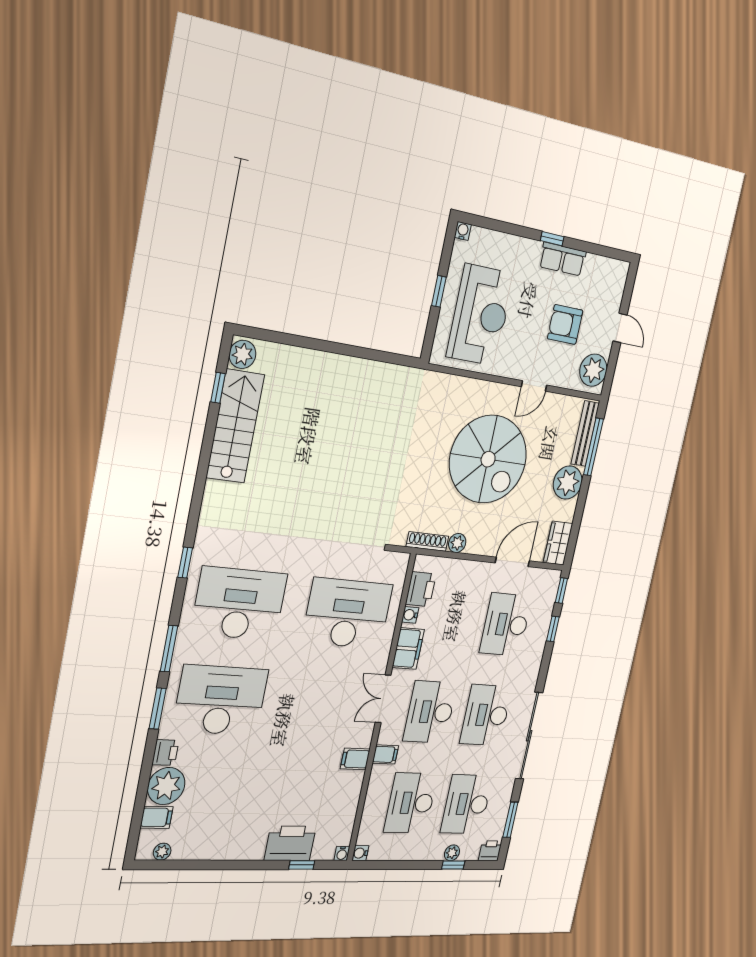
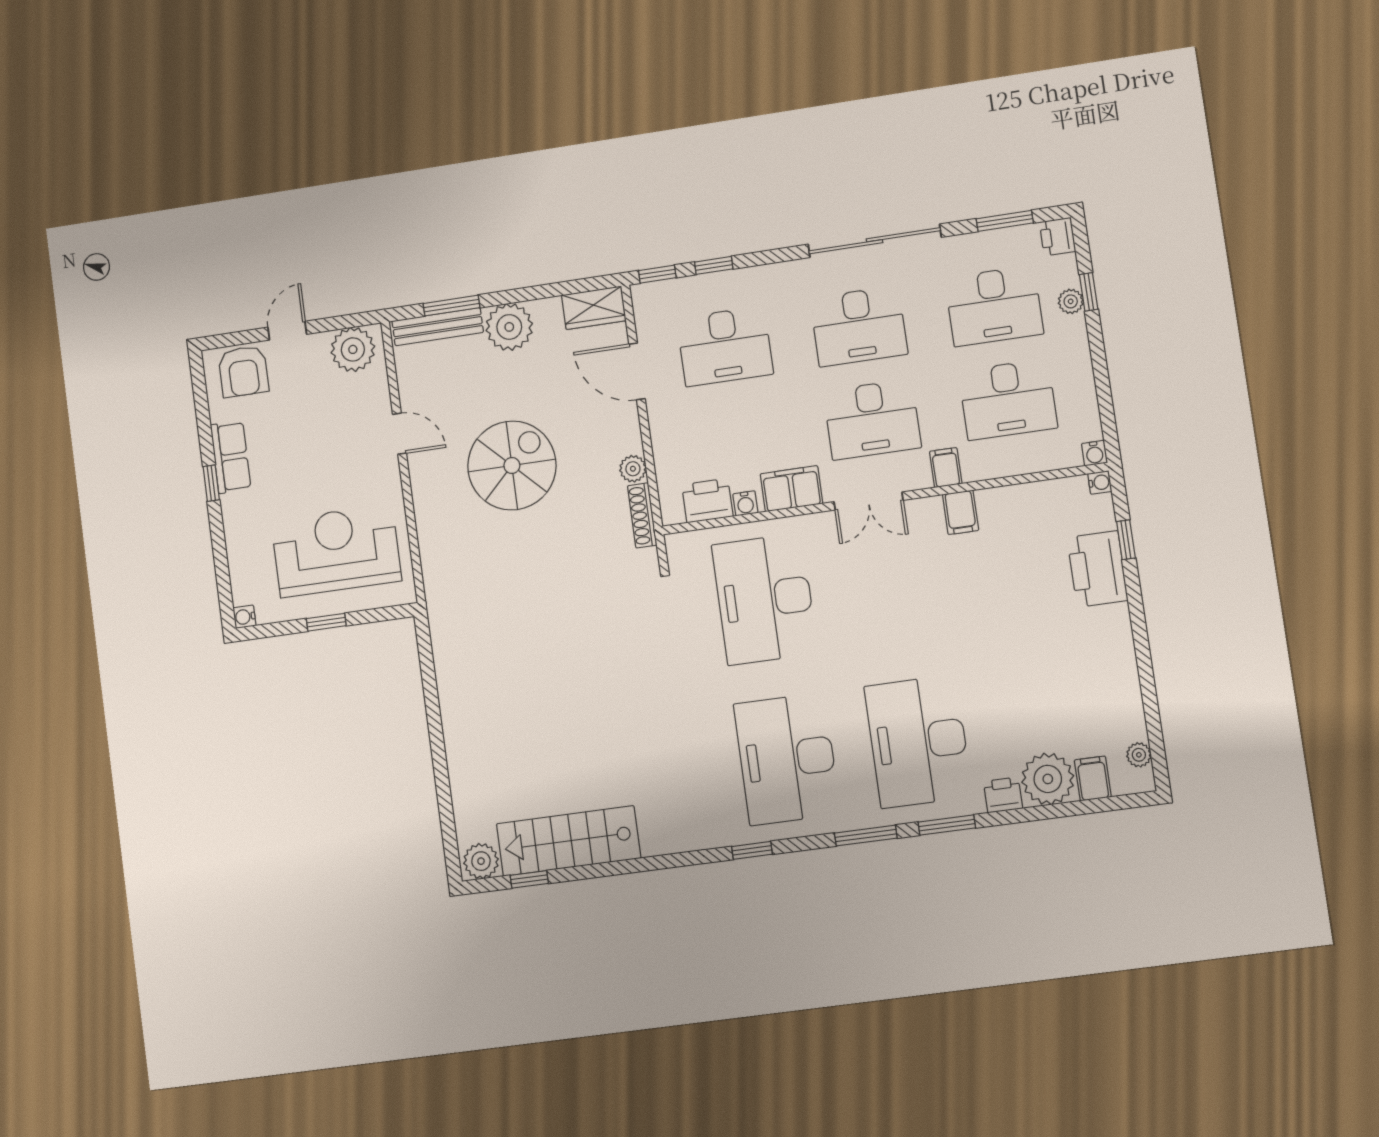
armchair: (565, 324) -> (243, 371), moved
window: (593, 447) -> (452, 306), width x0.69
spiral stairs: (488, 459) -> (512, 465), width x0.73, depth x0.73

